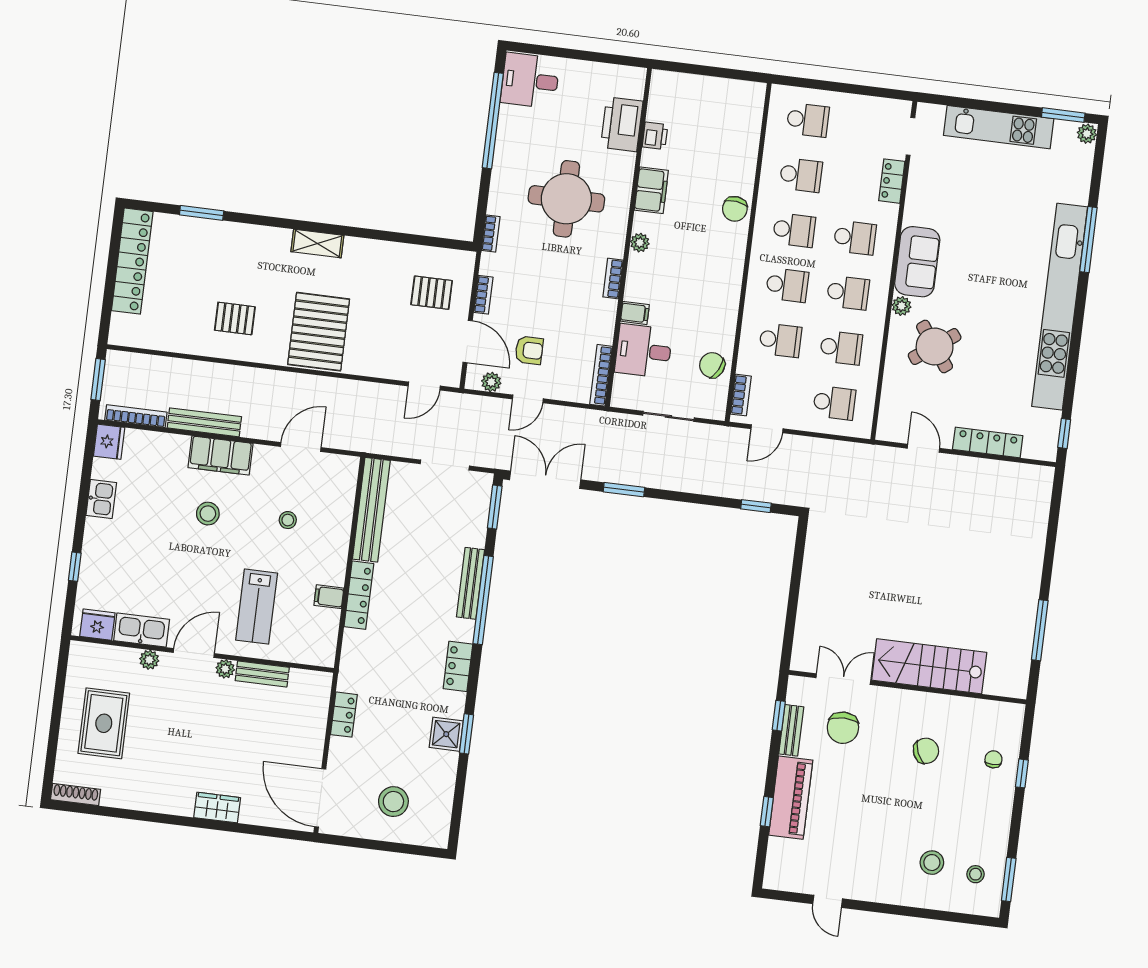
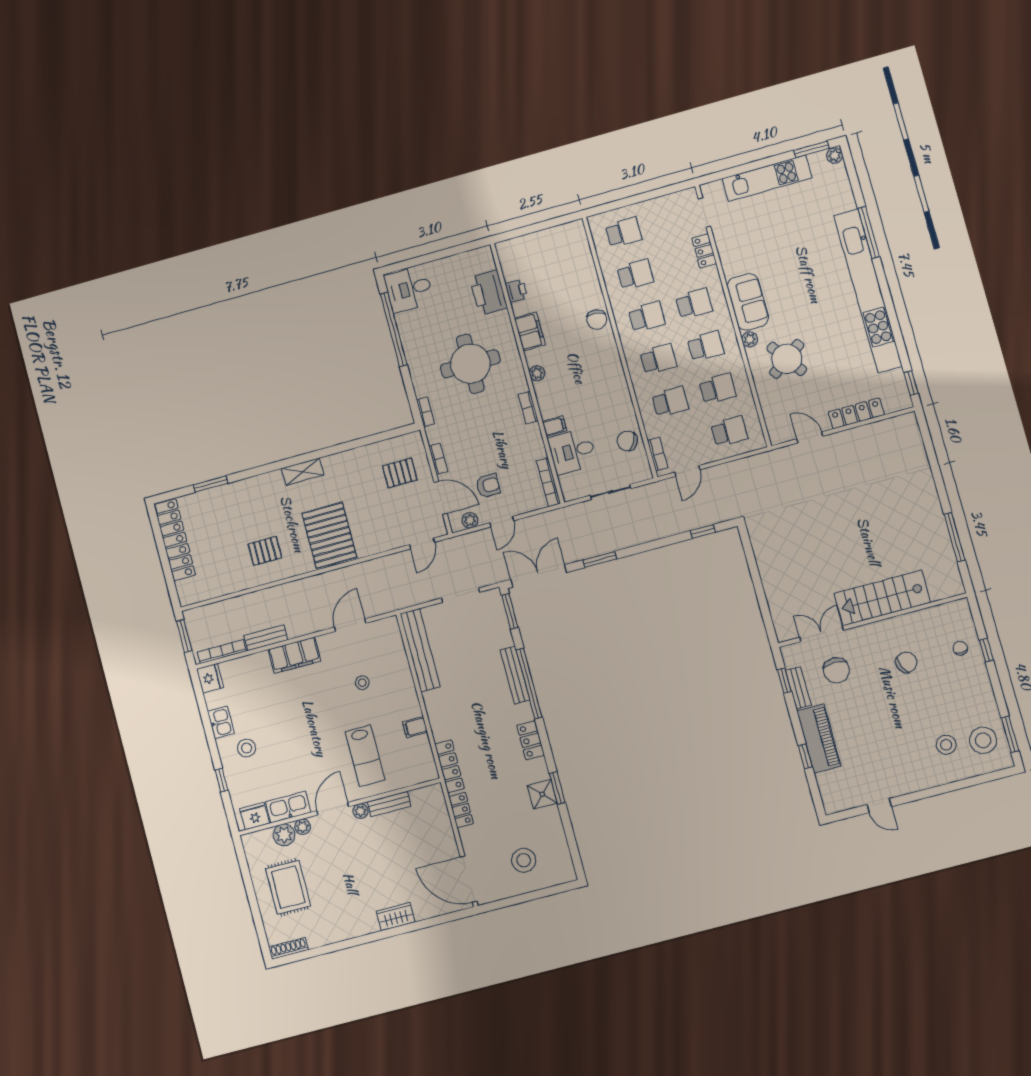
bench: (204, 422) -> (266, 638), width x0.73
stool: (208, 514) -> (247, 748), moved
locker: (359, 595) -> (450, 766), moved
plant: (124, 660) -> (284, 835), added
stool: (976, 874) -> (983, 740), width x1.89, depth x1.89

